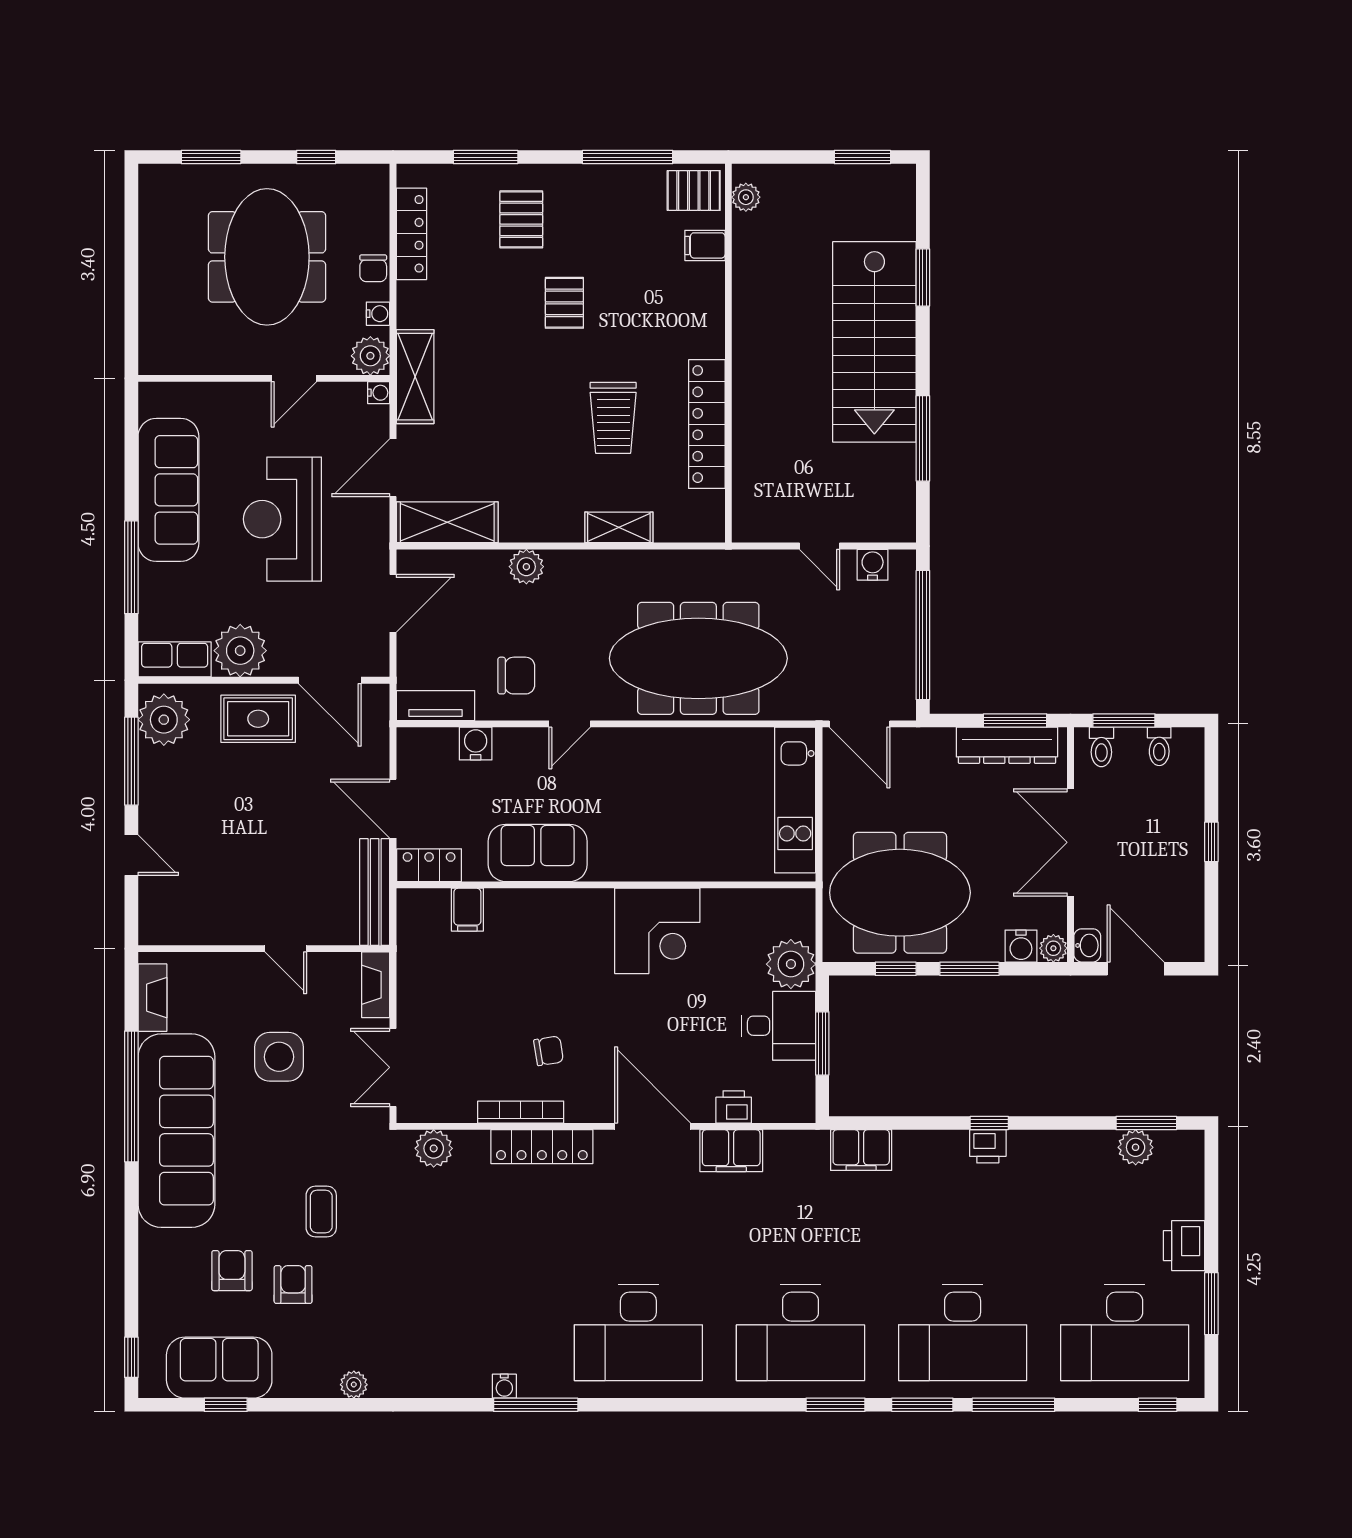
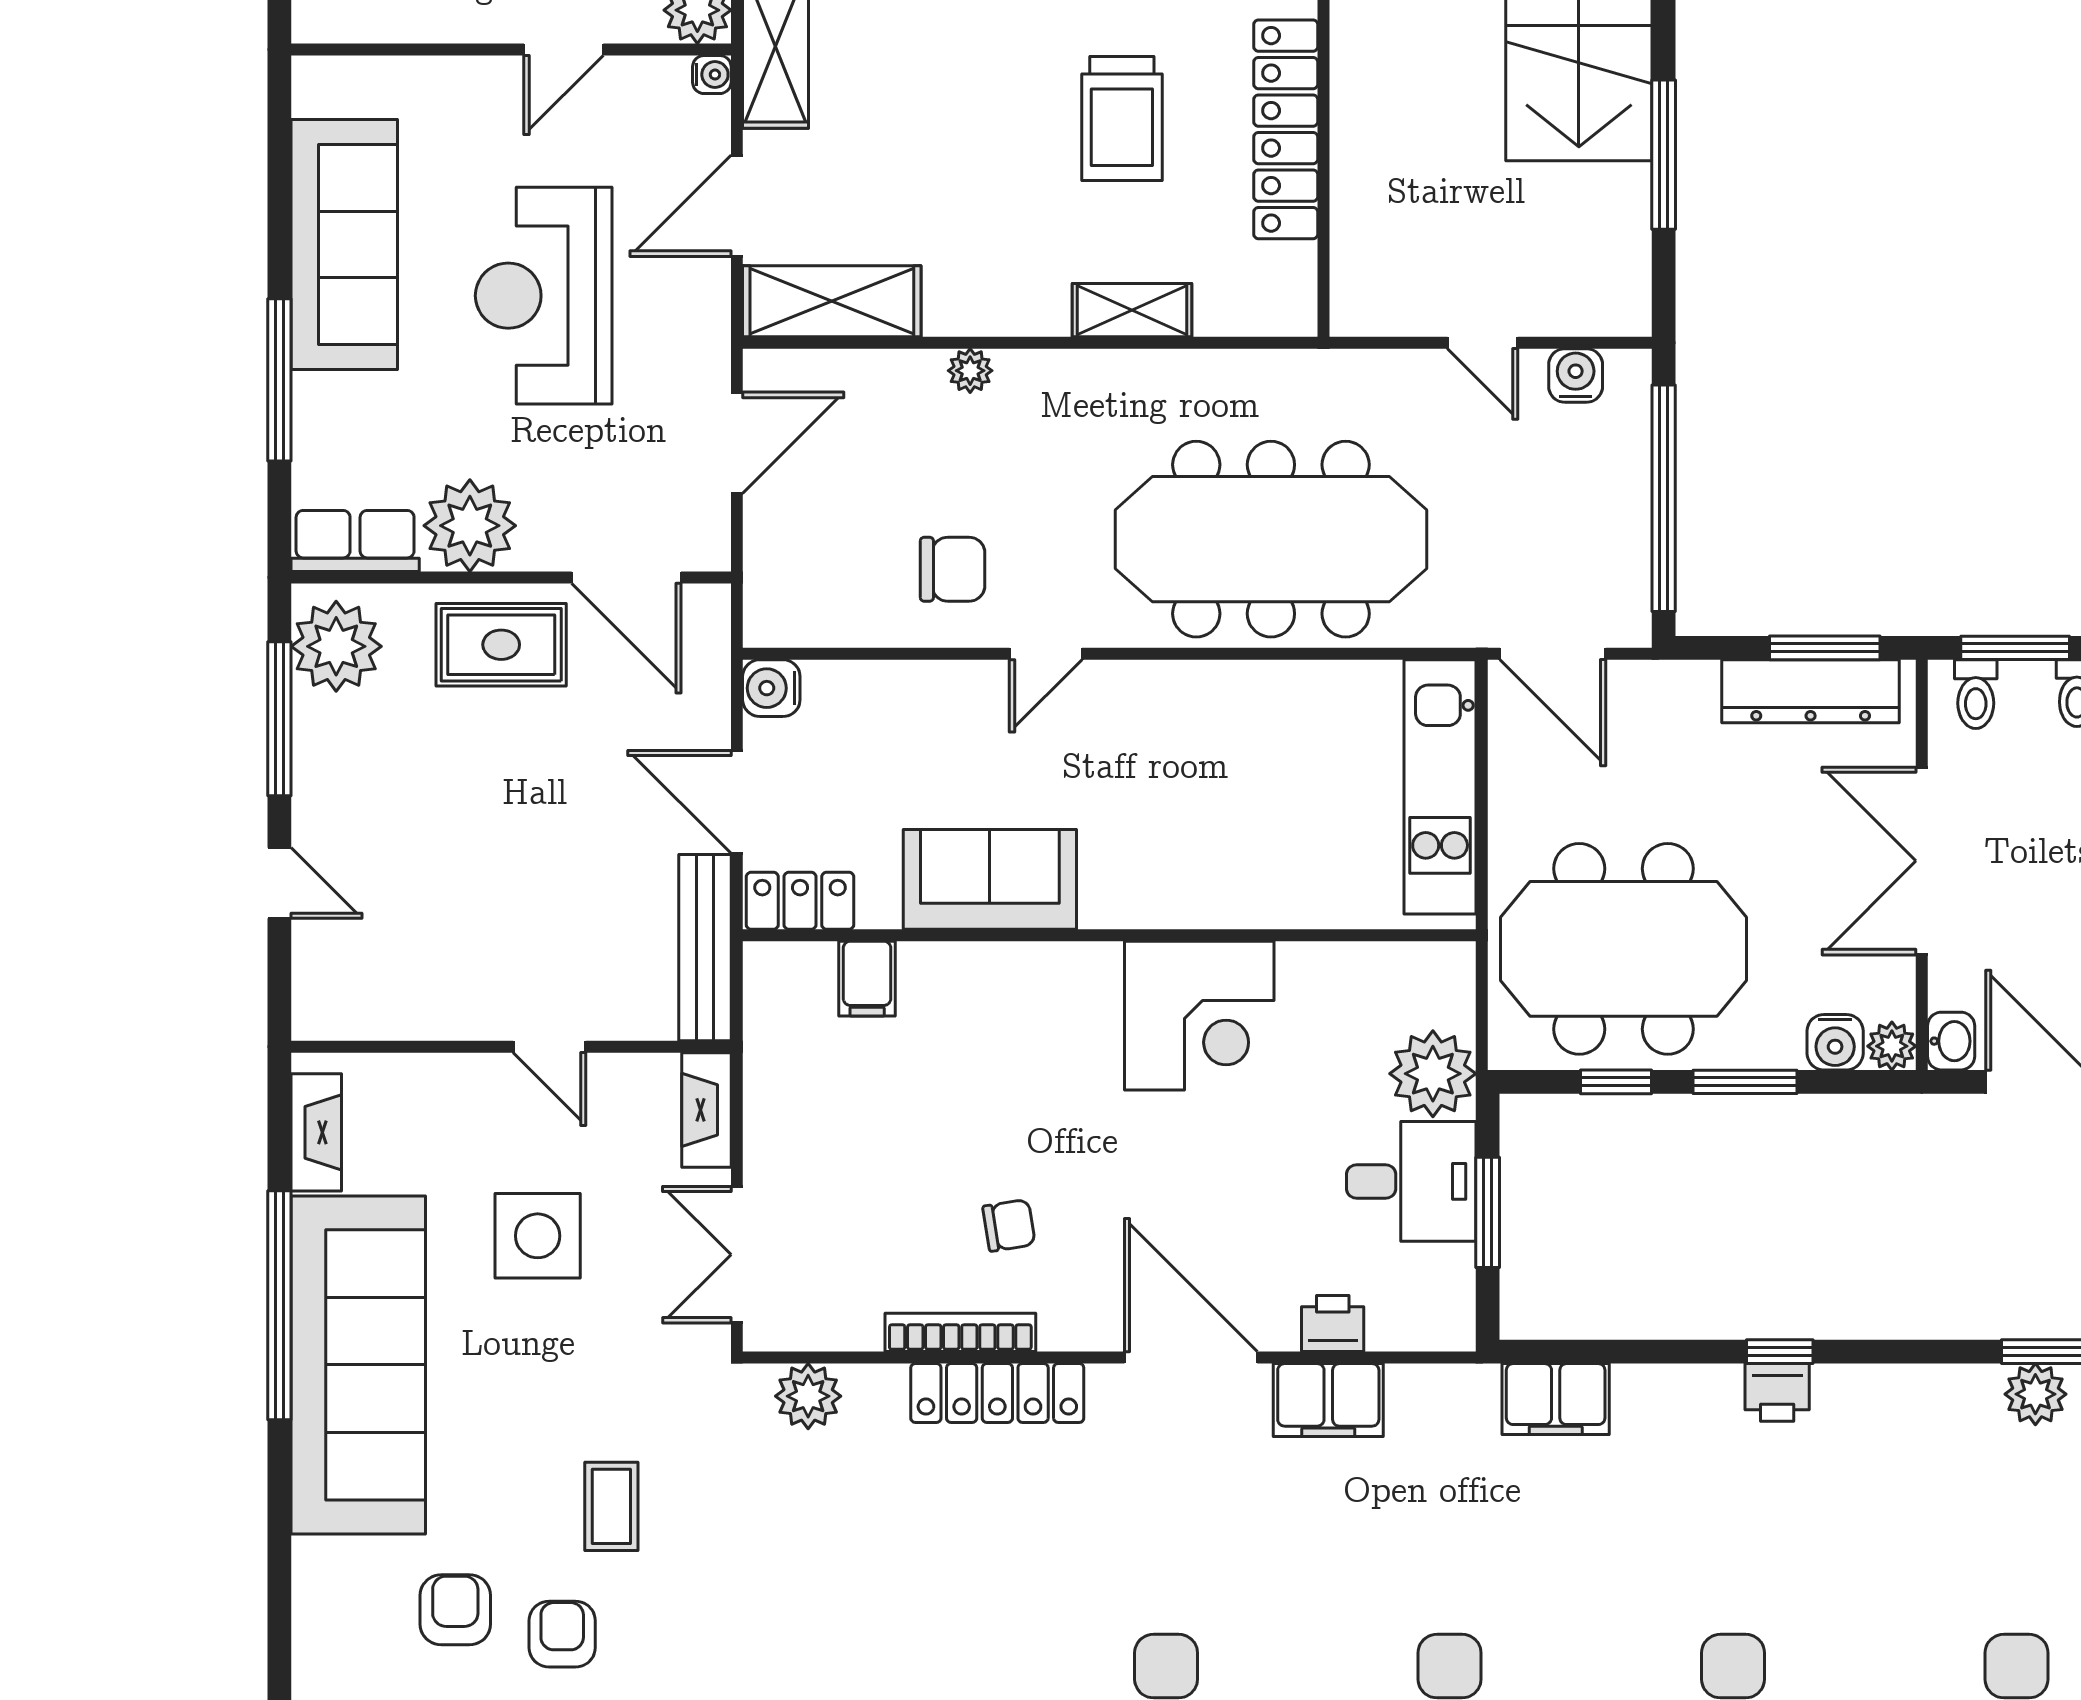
plant: (526, 567) -> (970, 371), width x0.73, depth x0.73
tv unit: (436, 706) -> (811, 622), removed
water cooler: (476, 744) -> (771, 688), moved, turned -90

